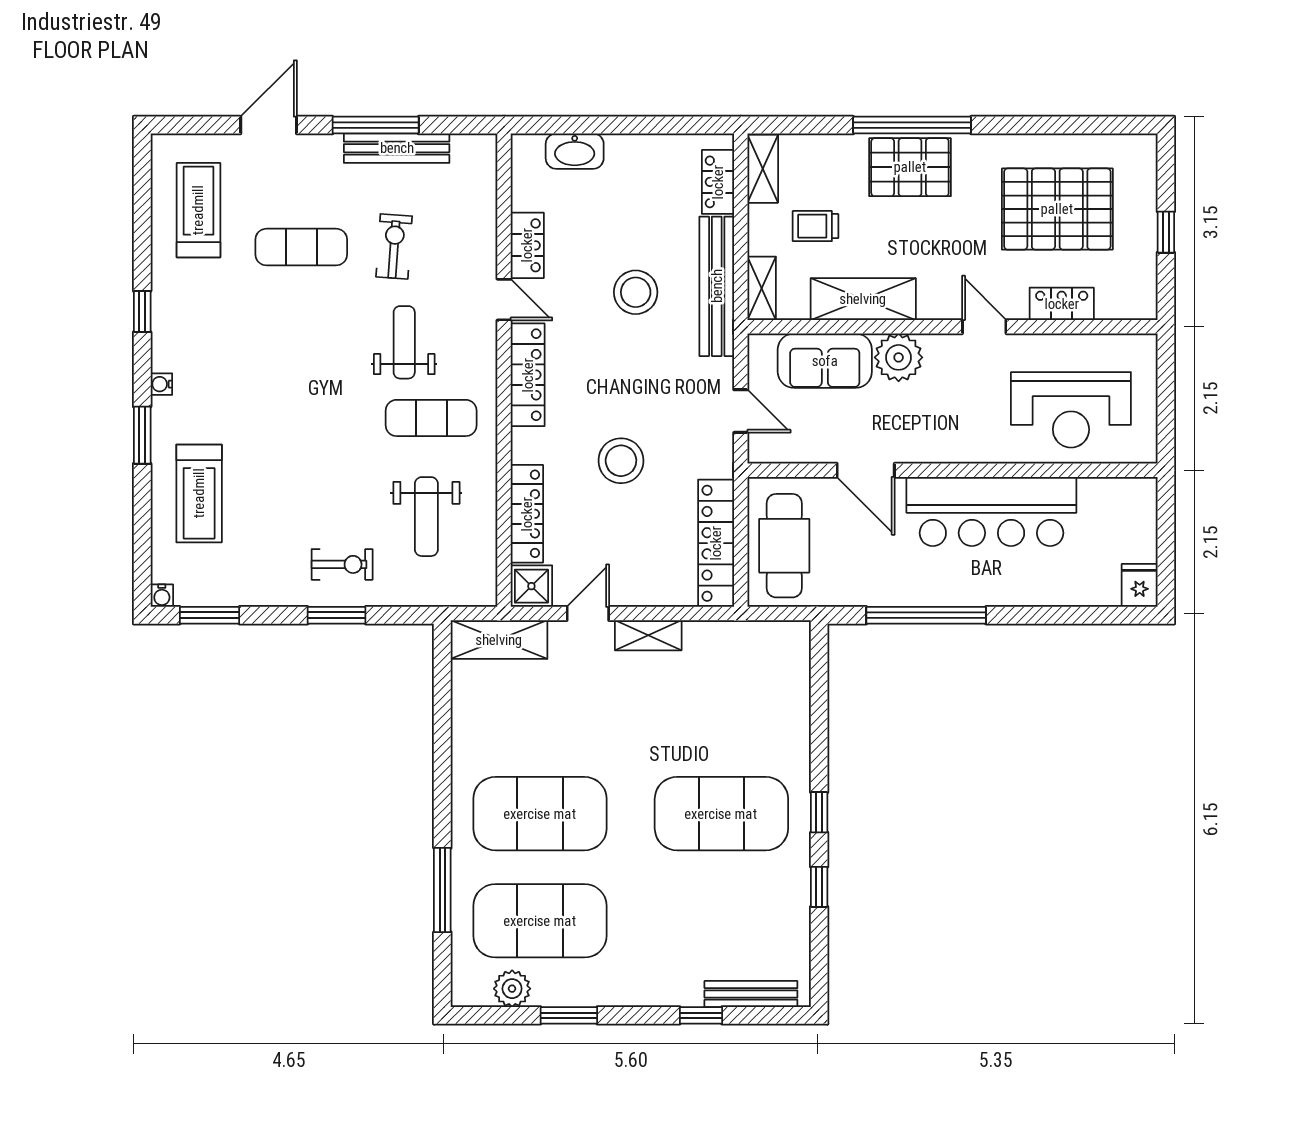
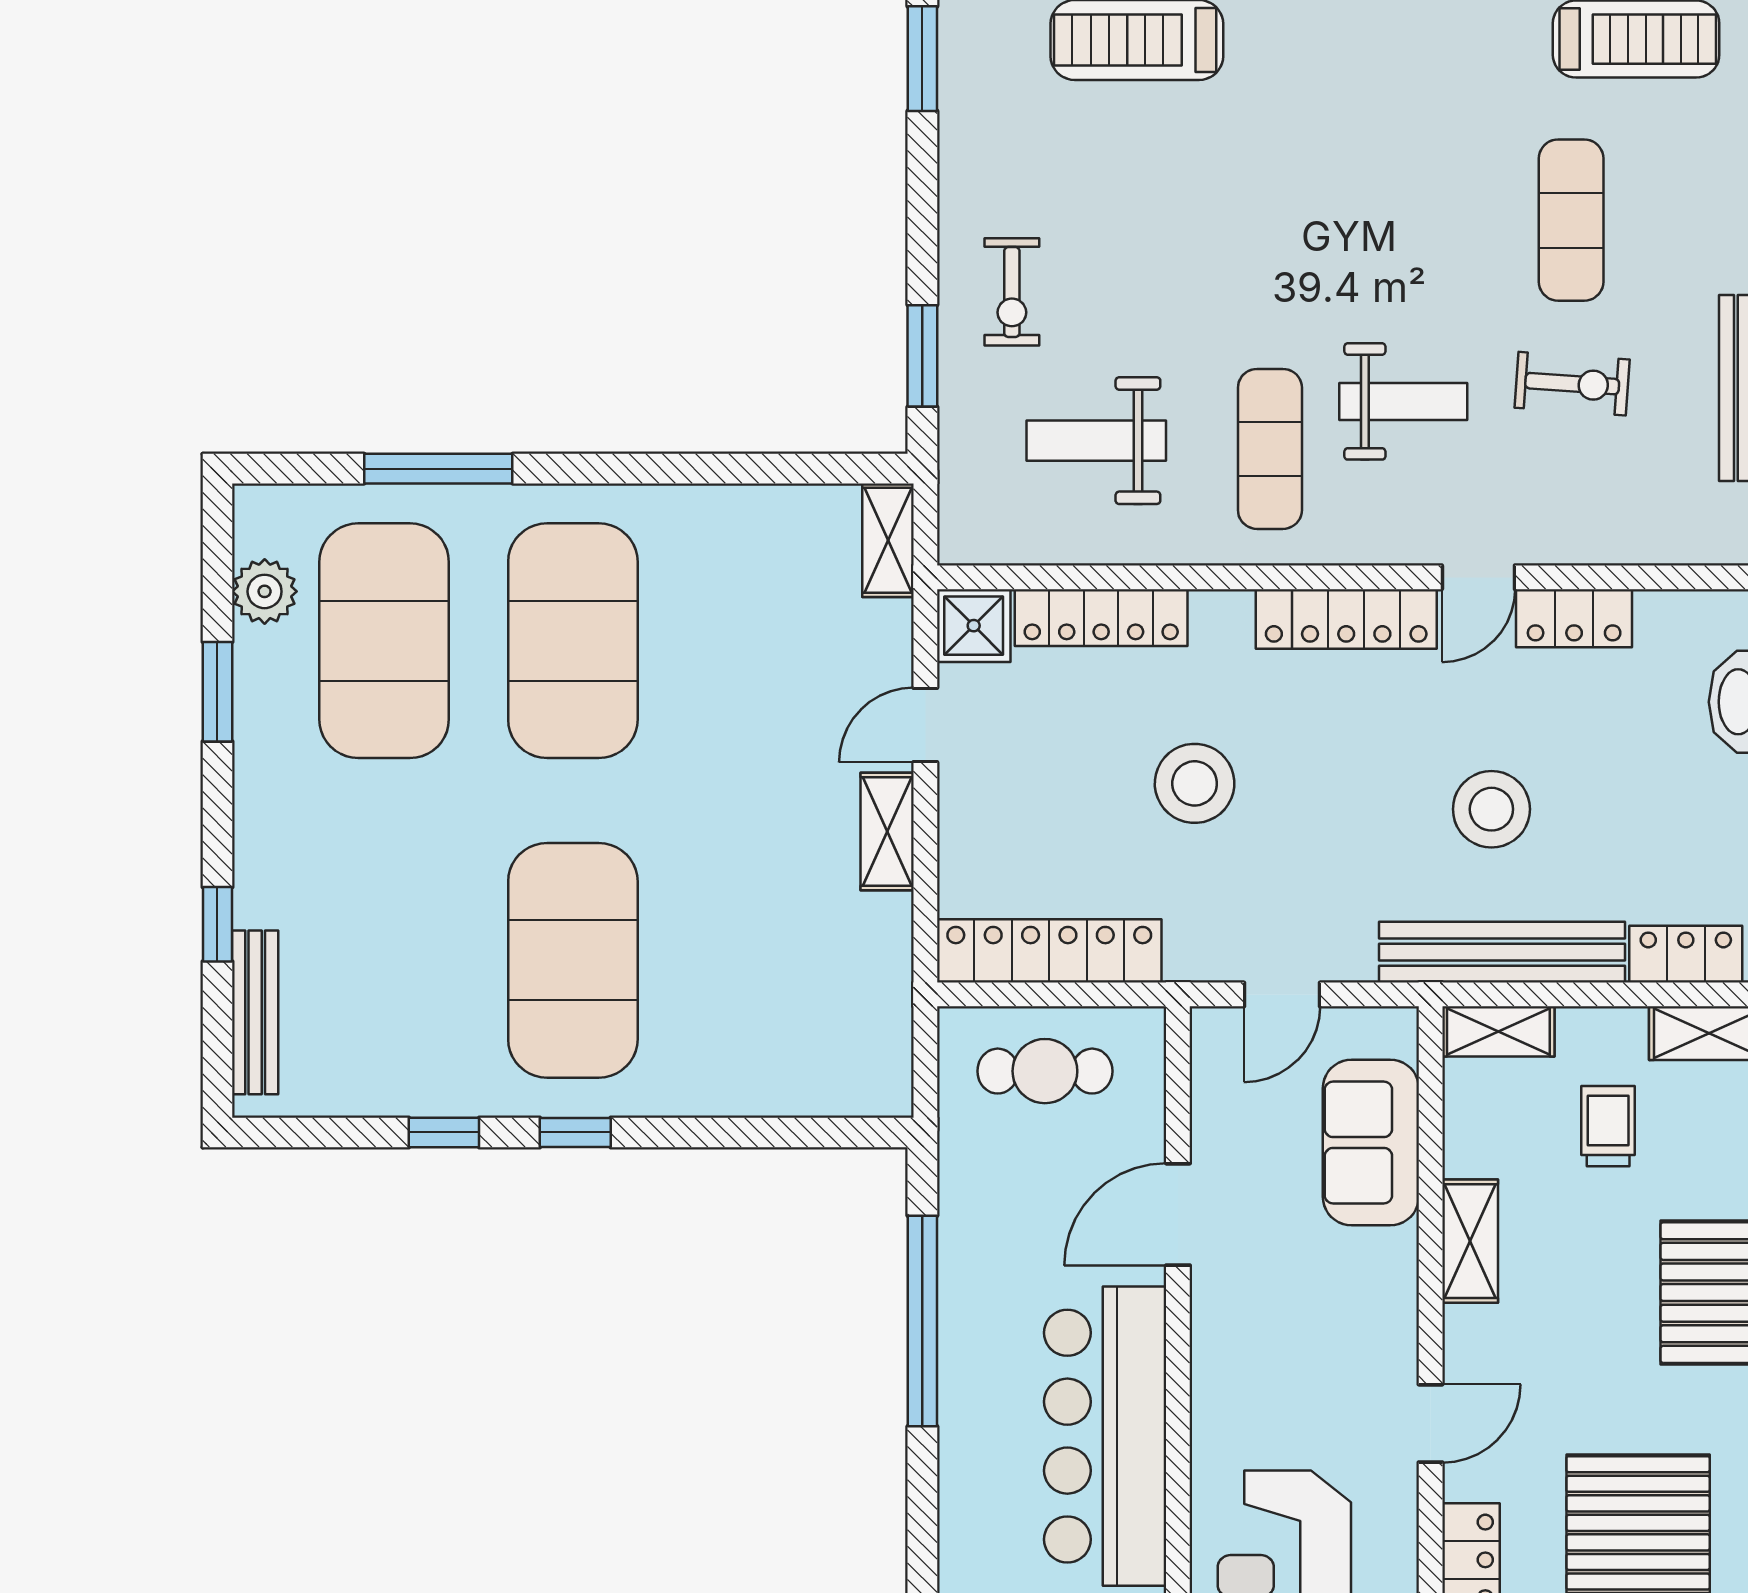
shelving: (863, 299) -> (1470, 1241), width x0.67, depth x0.75
plant: (899, 357) -> (1377, 1272), removed
cafe table: (784, 546) -> (1045, 1071), width x0.73, depth x0.74
door: (588, 614) -> (925, 725), swing flipped
window: (337, 615) -> (922, 356), moved
shelving: (499, 640) -> (888, 540), width x0.67, depth x0.75

